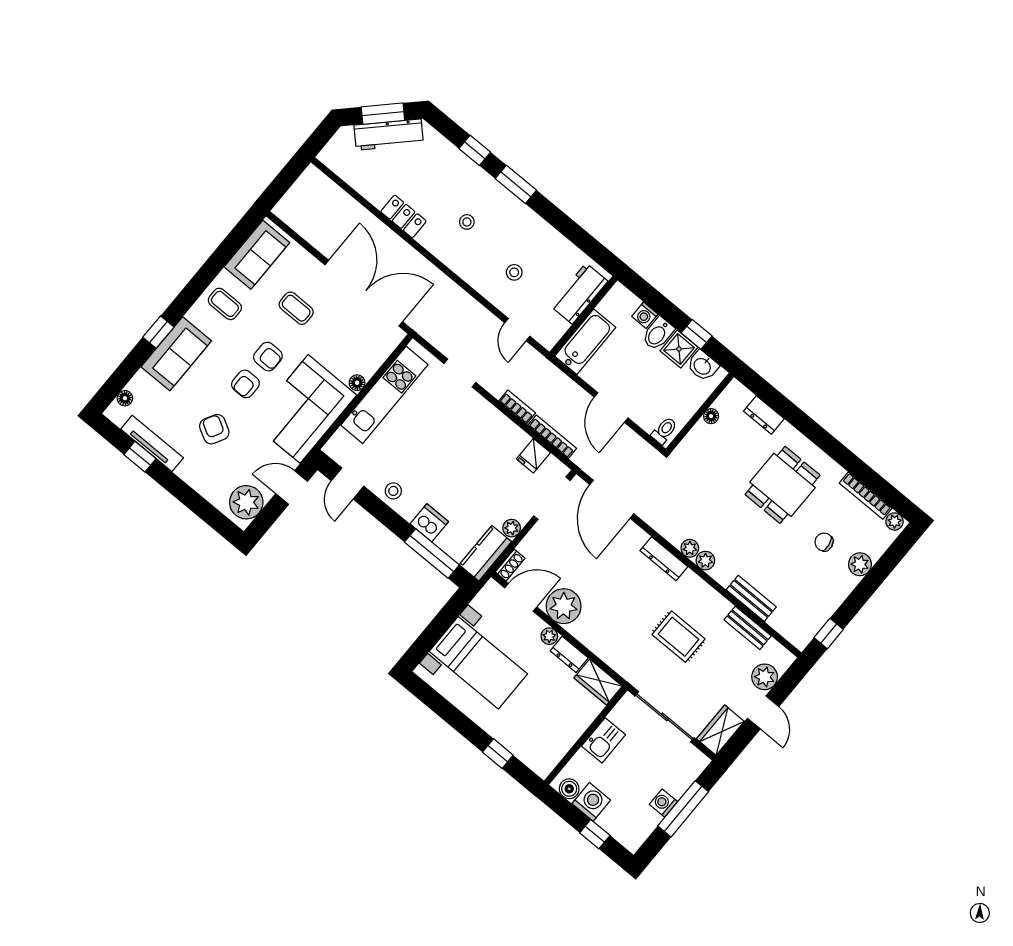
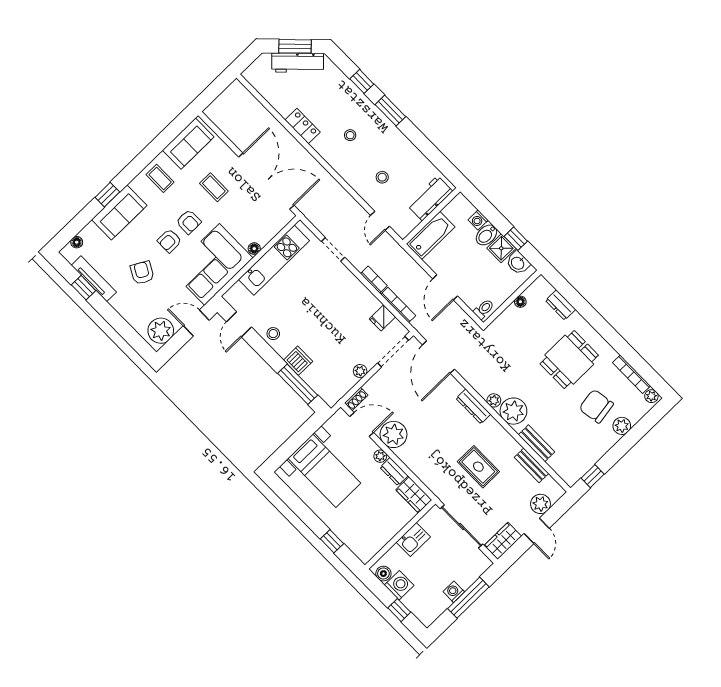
chair: (824, 542) -> (596, 406), width x1.87, depth x1.87
kitchen counter: (485, 553) -> (338, 388), removed
plant: (705, 561) -> (513, 411), width x1.88, depth x1.88

